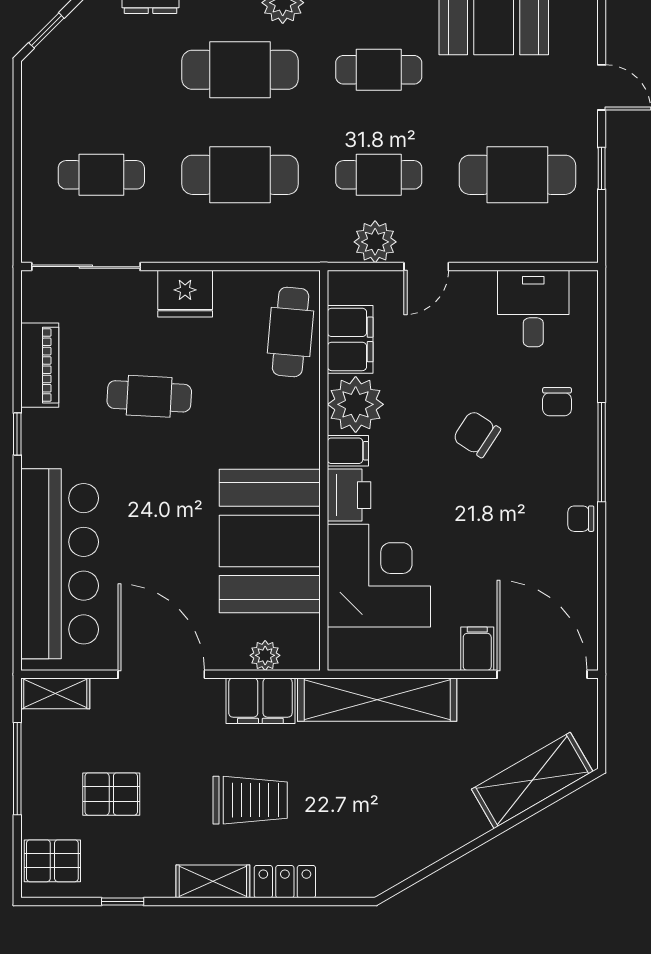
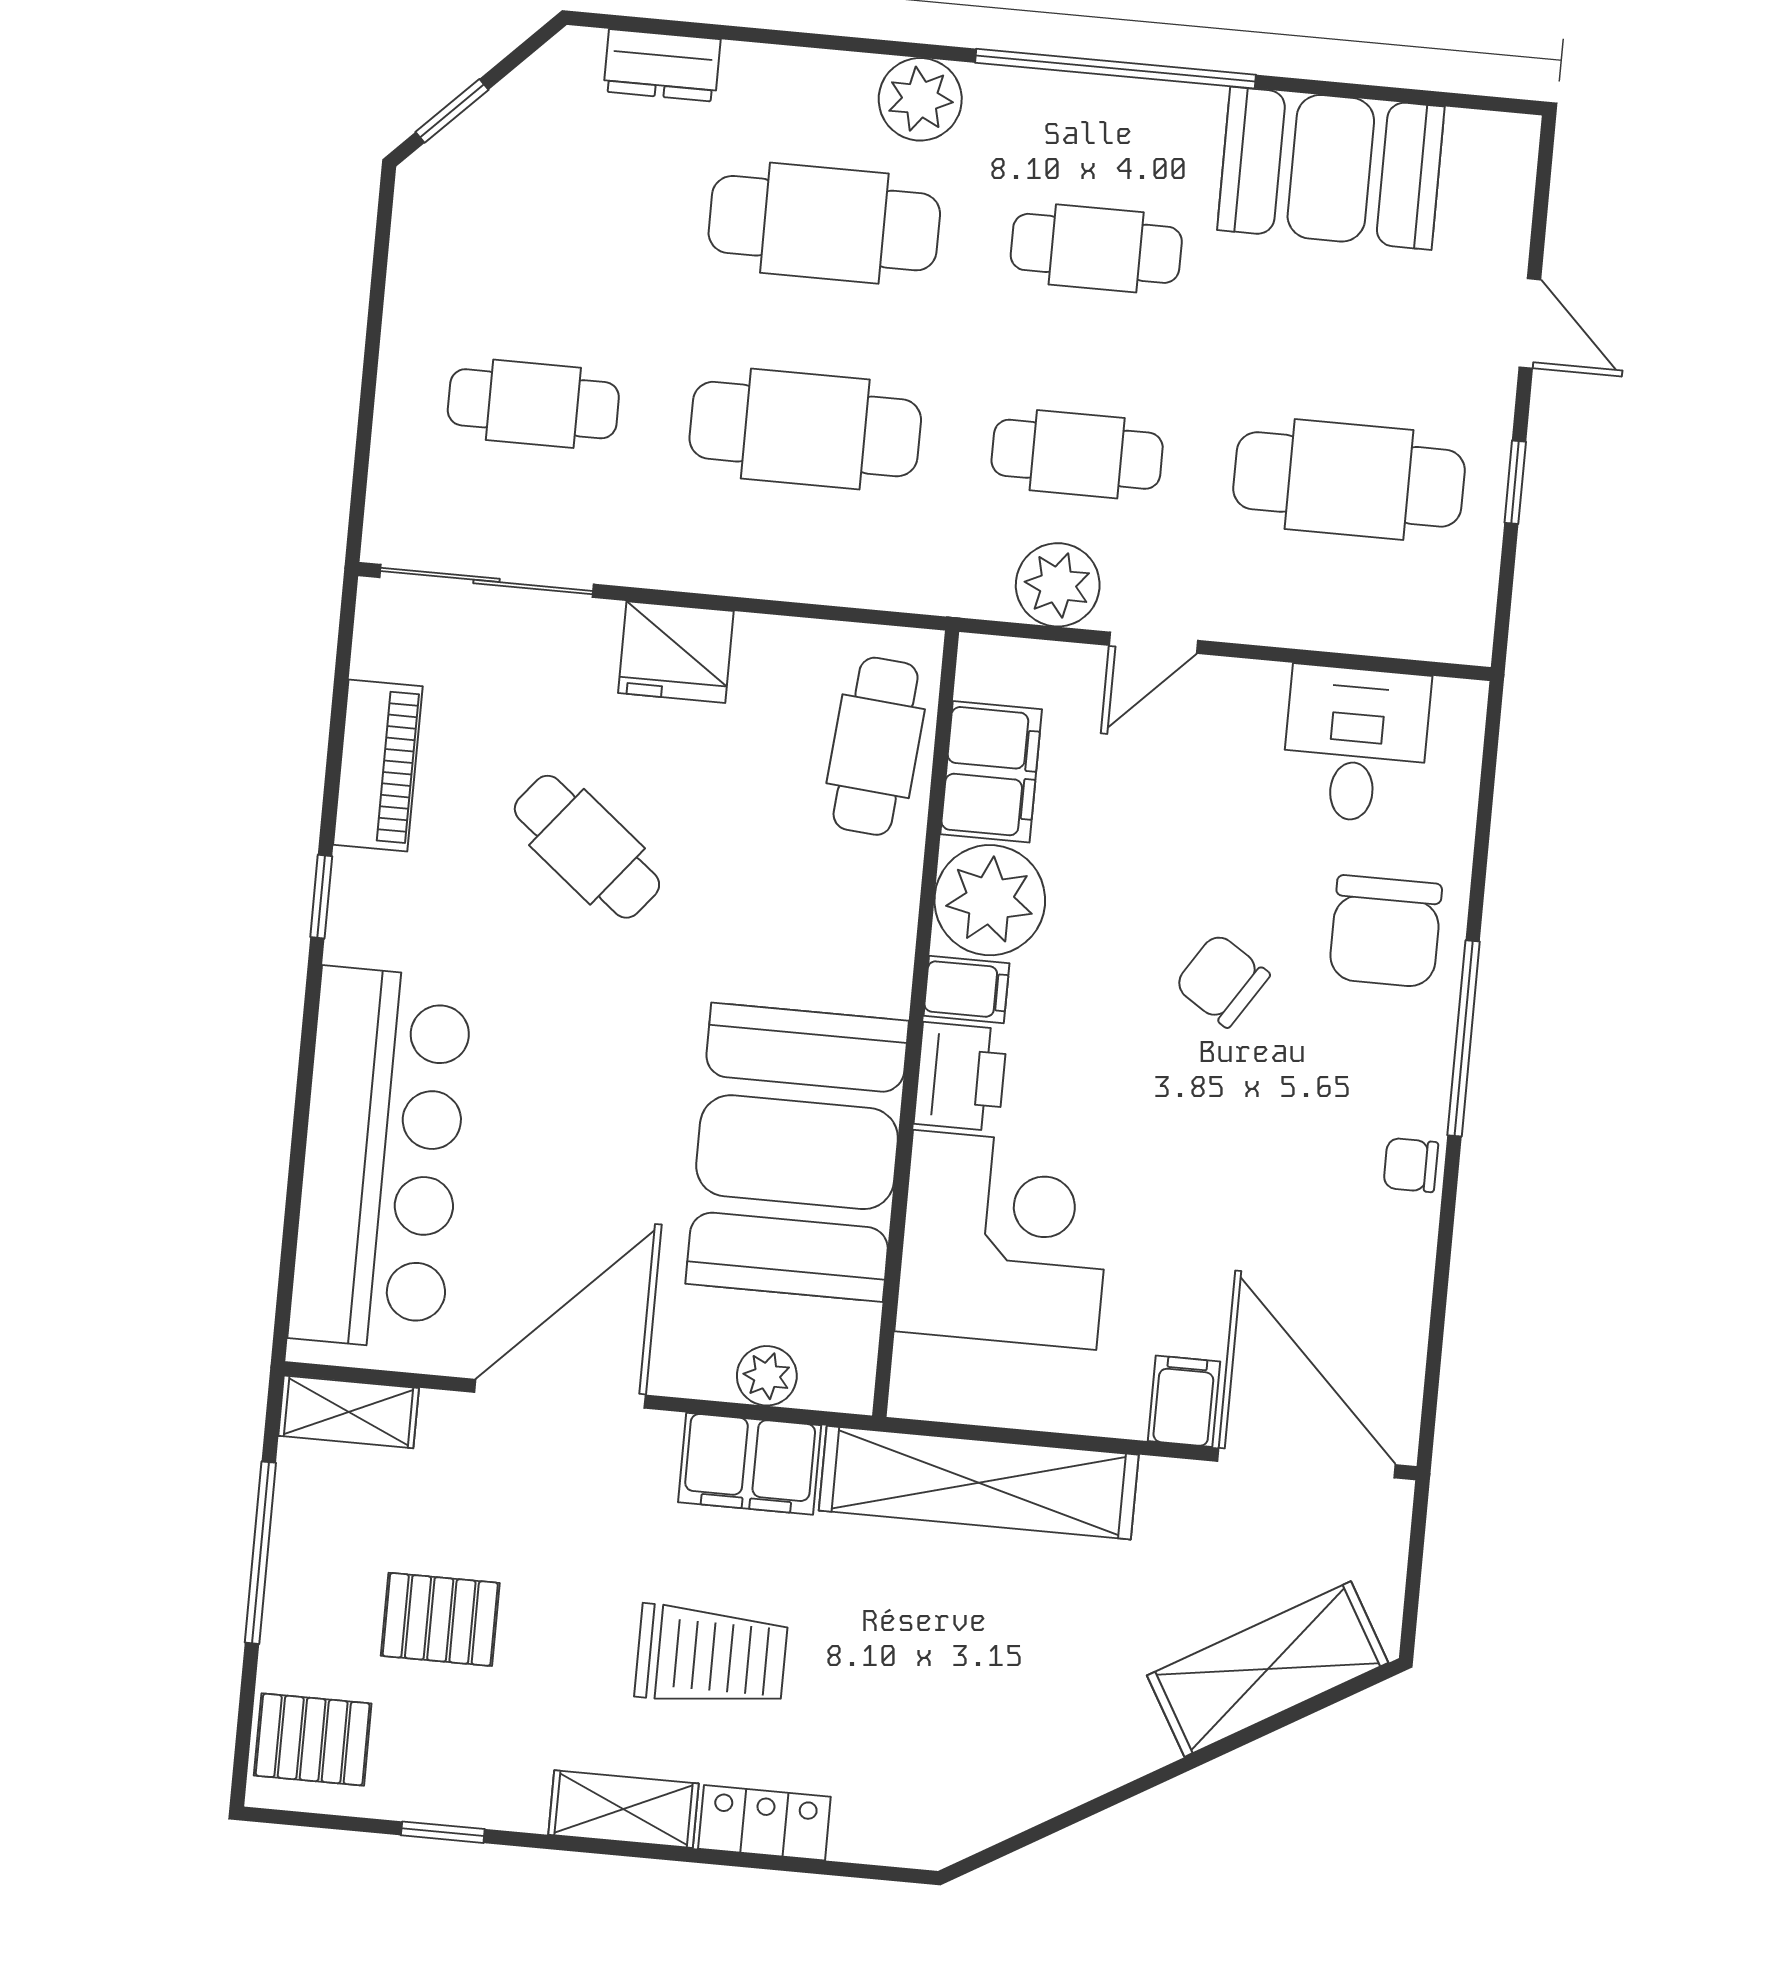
cafe table: (149, 396) -> (587, 847), turned 36
chair: (557, 402) -> (1385, 931), width x1.87, depth x1.87
door: (161, 674) -> (560, 1394), hinge flipped

